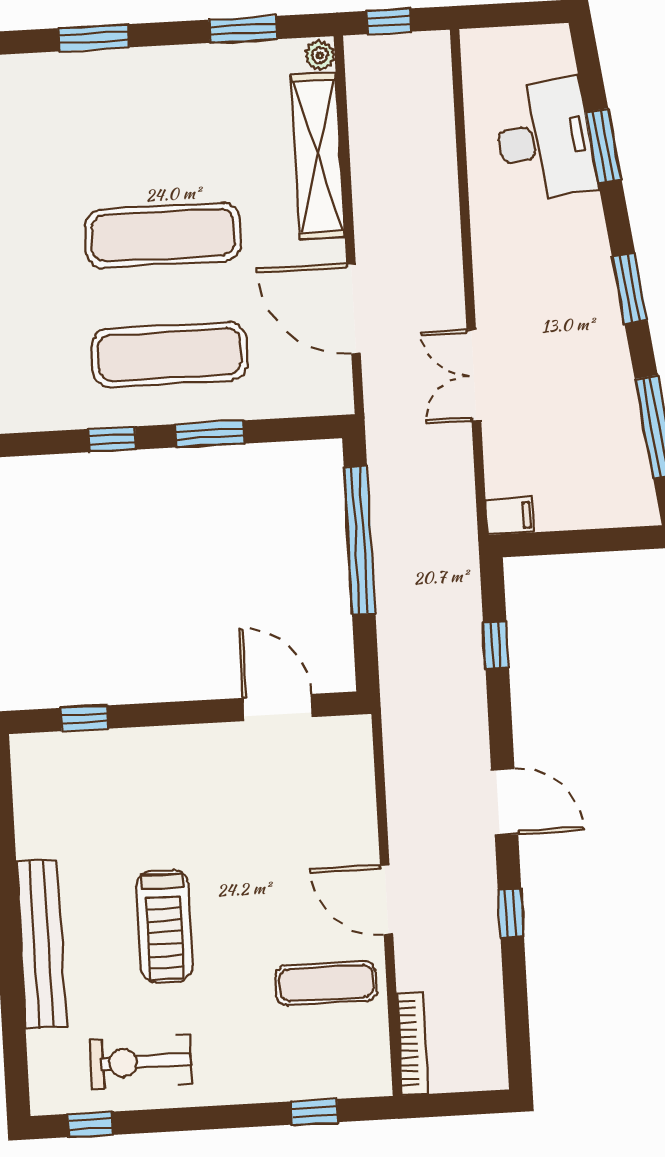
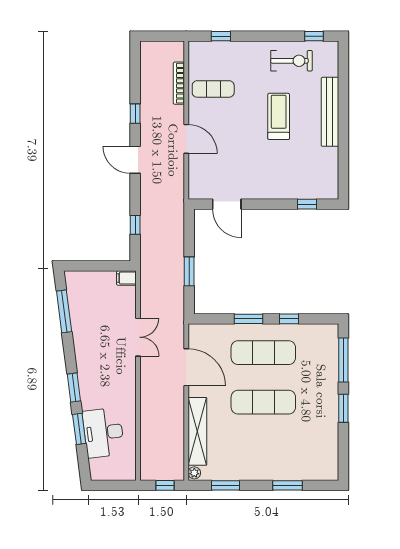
window: (630, 289) -> (74, 387), moved
window: (360, 540) -> (189, 271), width x0.47
door: (387, 900) -> (186, 139), moved
bookcase: (412, 1043) -> (179, 83), moved

